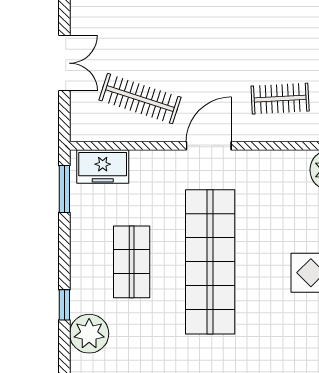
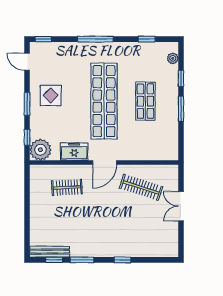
freezer: (103, 167) -> (74, 152), moved
window: (64, 189) -> (181, 109), moved
plant: (89, 334) -> (173, 58), width x0.53, depth x0.53

